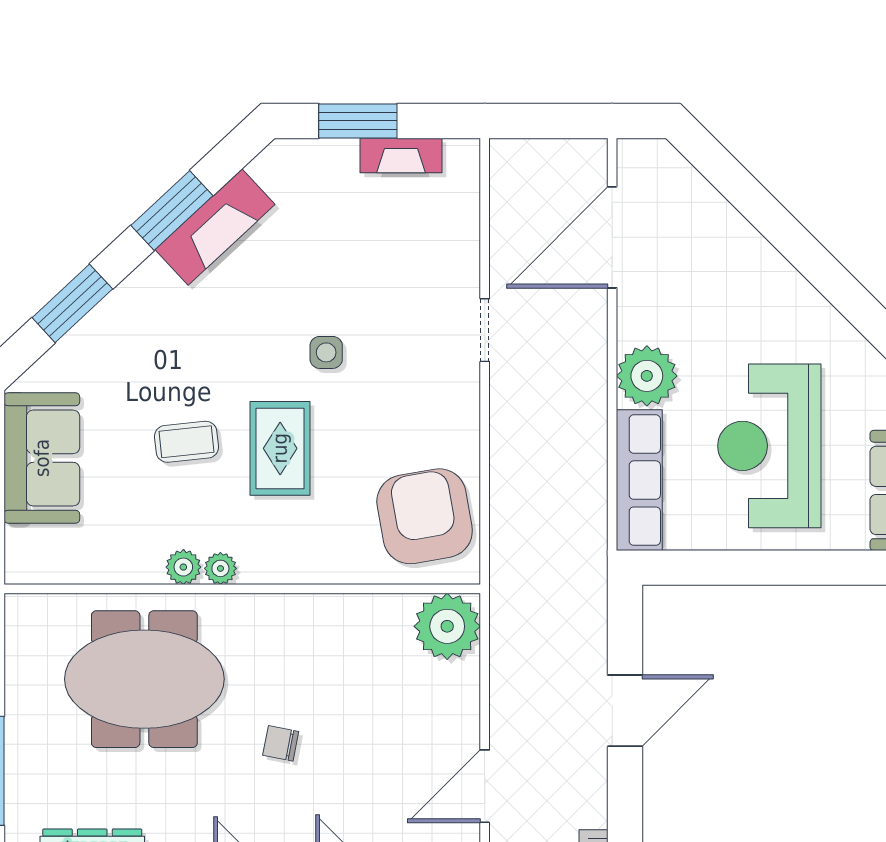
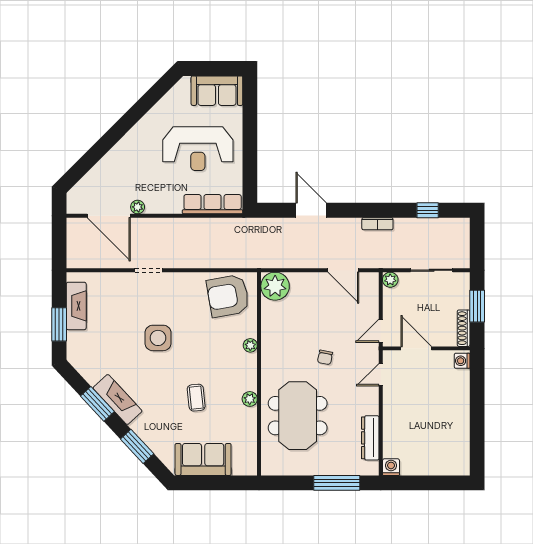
fireplace: (401, 155) -> (76, 306), width x1.37, depth x1.32
fireplace: (215, 227) -> (118, 399), moved
side table: (326, 352) -> (158, 338), width x1.87, depth x1.87
plant: (647, 376) -> (138, 207), moved, width x0.53, depth x0.53
rug: (280, 448) -> (199, 358), removed
plant: (220, 568) -> (250, 345), moved

